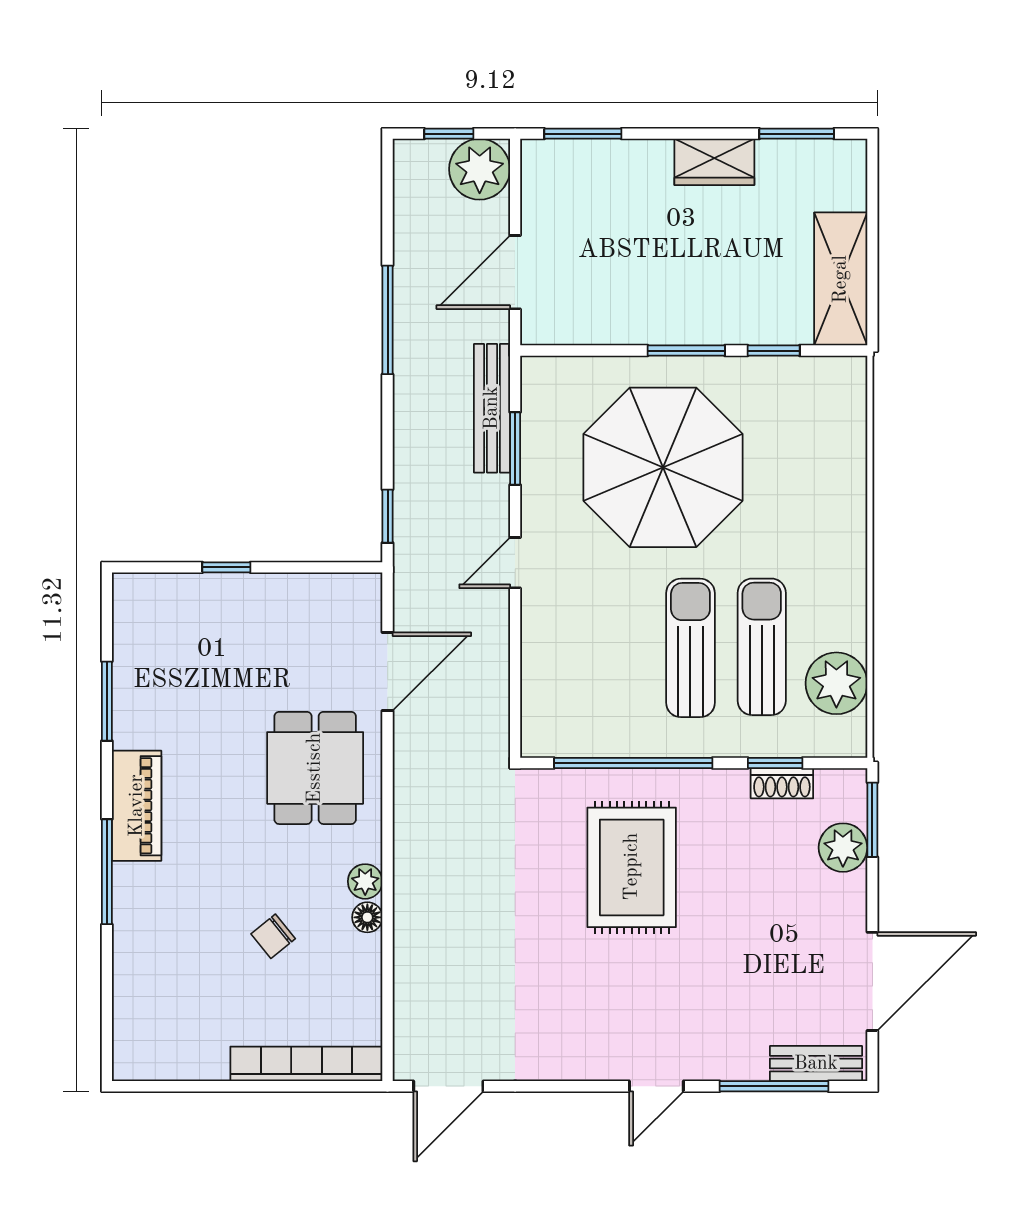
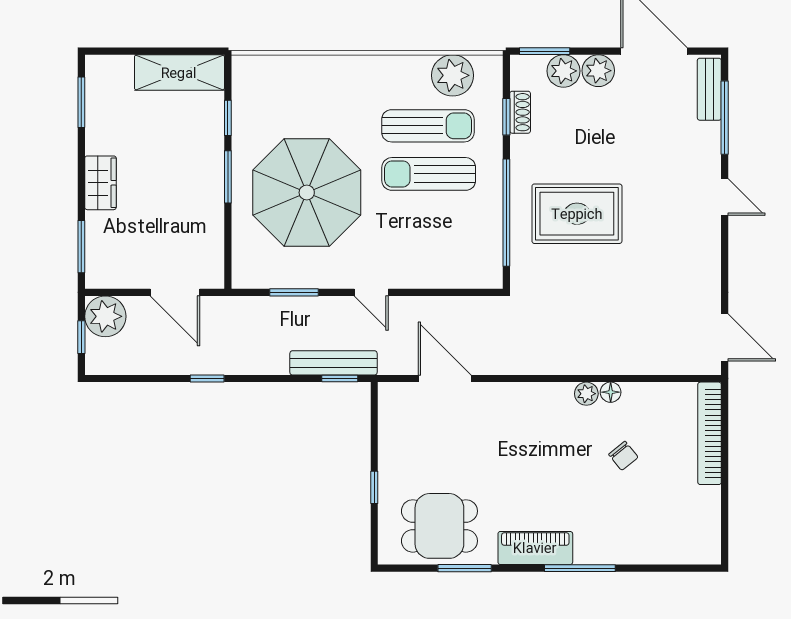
wardrobe: (714, 162) -> (100, 183), moved
window: (388, 320) -> (207, 379), width x0.46
bench: (492, 408) -> (333, 363), moved
sun lounger: (762, 647) -> (428, 126), turned 180
dining table: (315, 768) -> (439, 526), moved
plant: (843, 899) -> (598, 71), added

